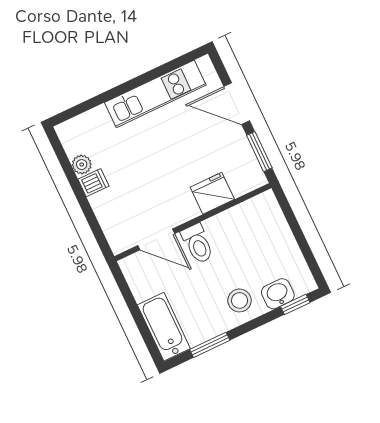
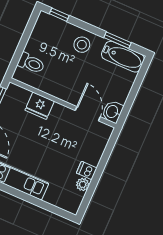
toilet: (198, 244) -> (31, 63), moved, turned 90
washbasin: (278, 294) -> (112, 112), moved, turned 90
bathtub: (164, 327) -> (123, 57), moved, turned -90

